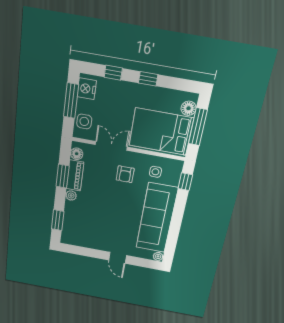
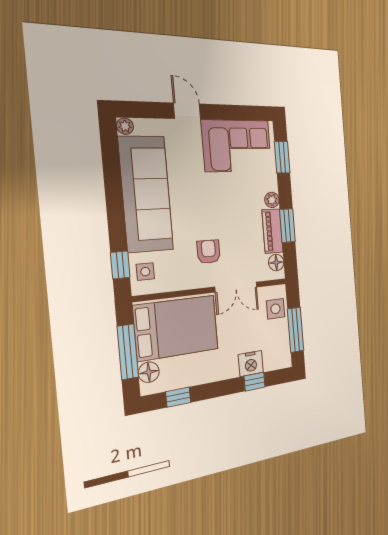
window: (148, 79) -> (178, 397), moved
nightstand: (87, 89) -> (251, 364), moved, turned 90
side table: (155, 172) -> (145, 272), moved
corner sofa: (89, 233) -> (237, 146), added

